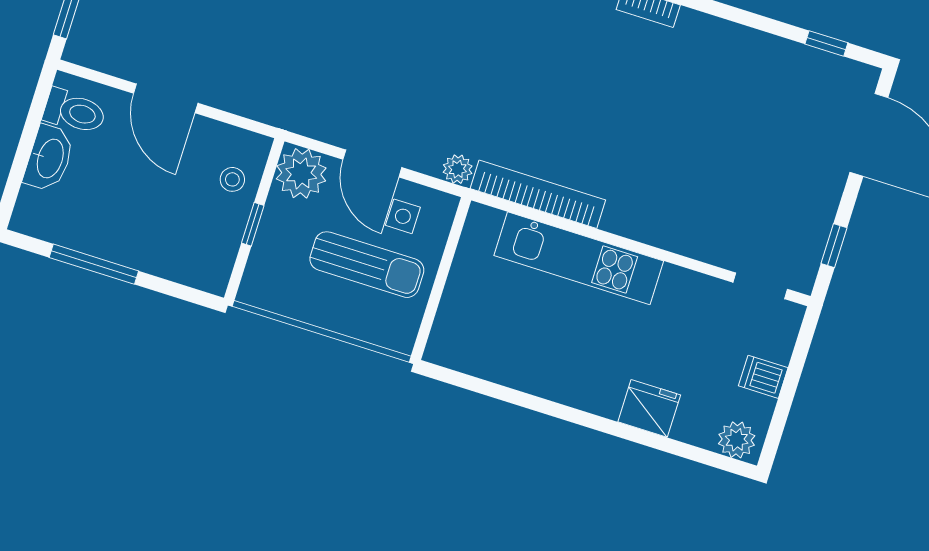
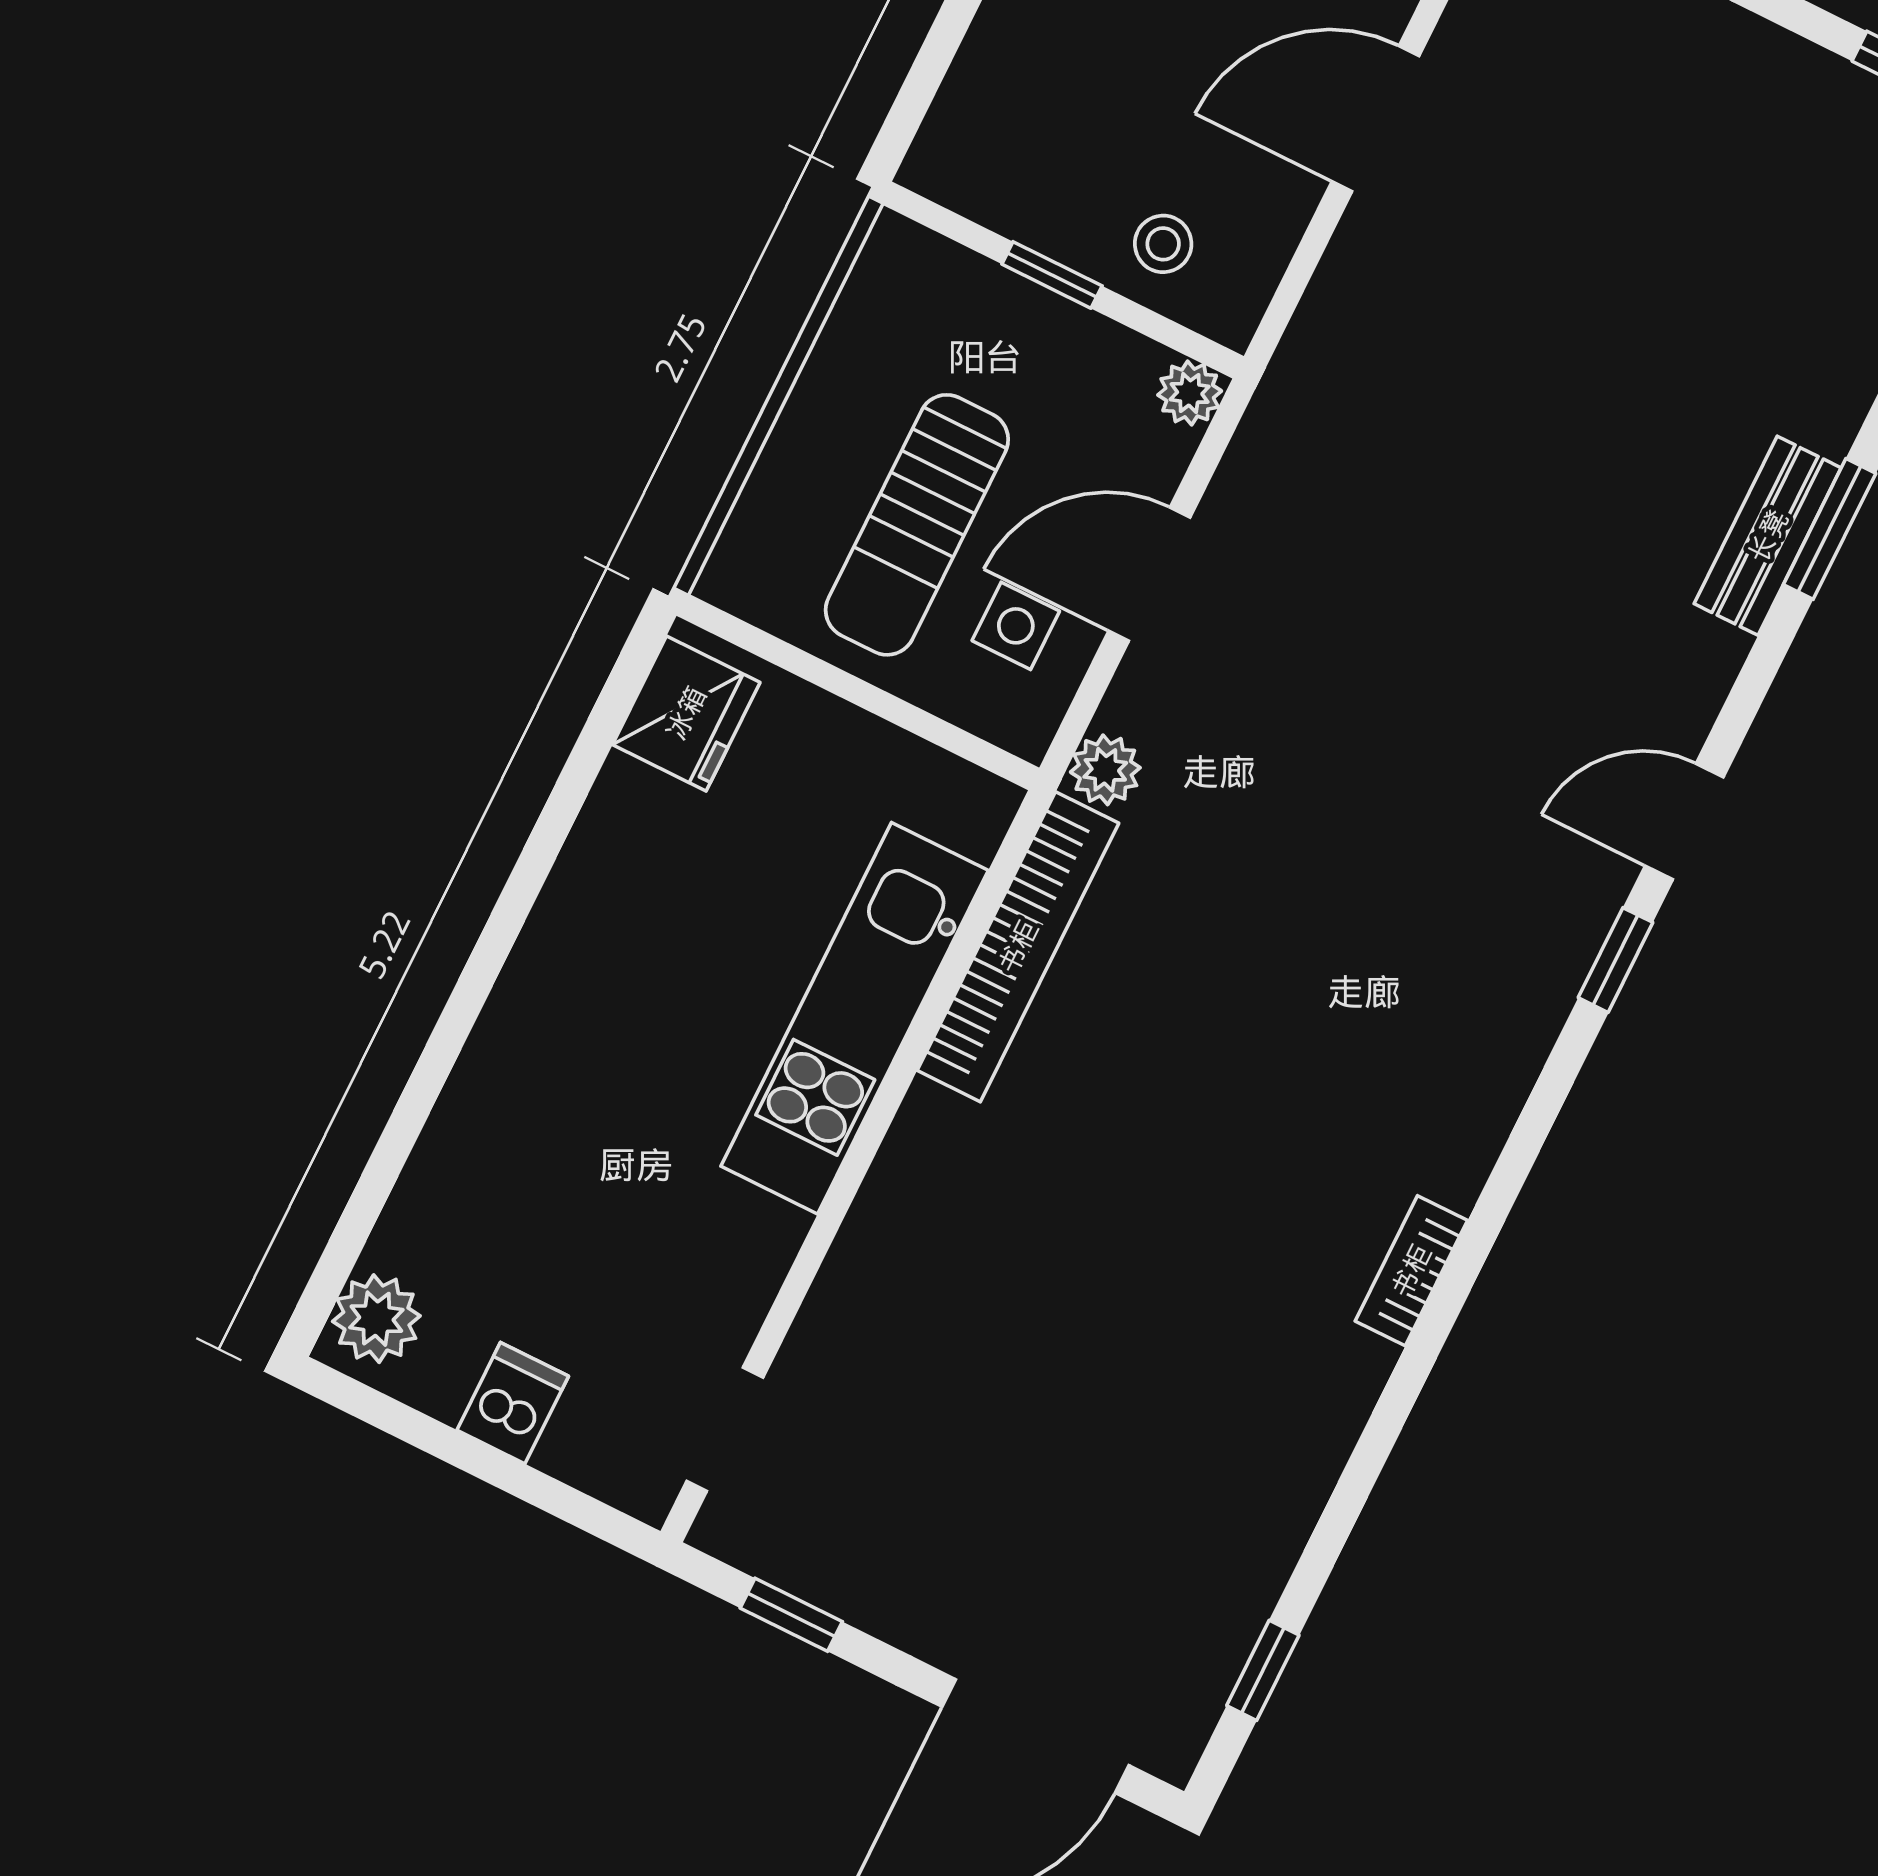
plant: (301, 173) -> (1190, 393), width x0.53, depth x0.53
fridge: (649, 408) -> (686, 713), moved

